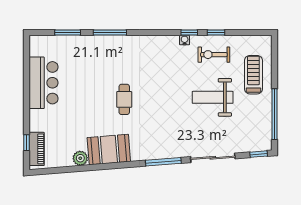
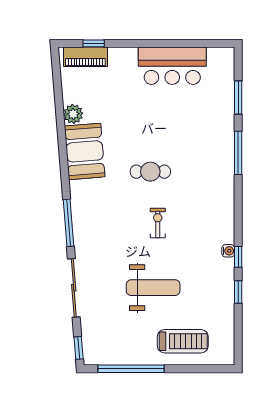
exercise bike: (214, 55) -> (158, 223), moved, width x0.73, depth x0.72
weight bench: (213, 97) -> (153, 288), turned 90

